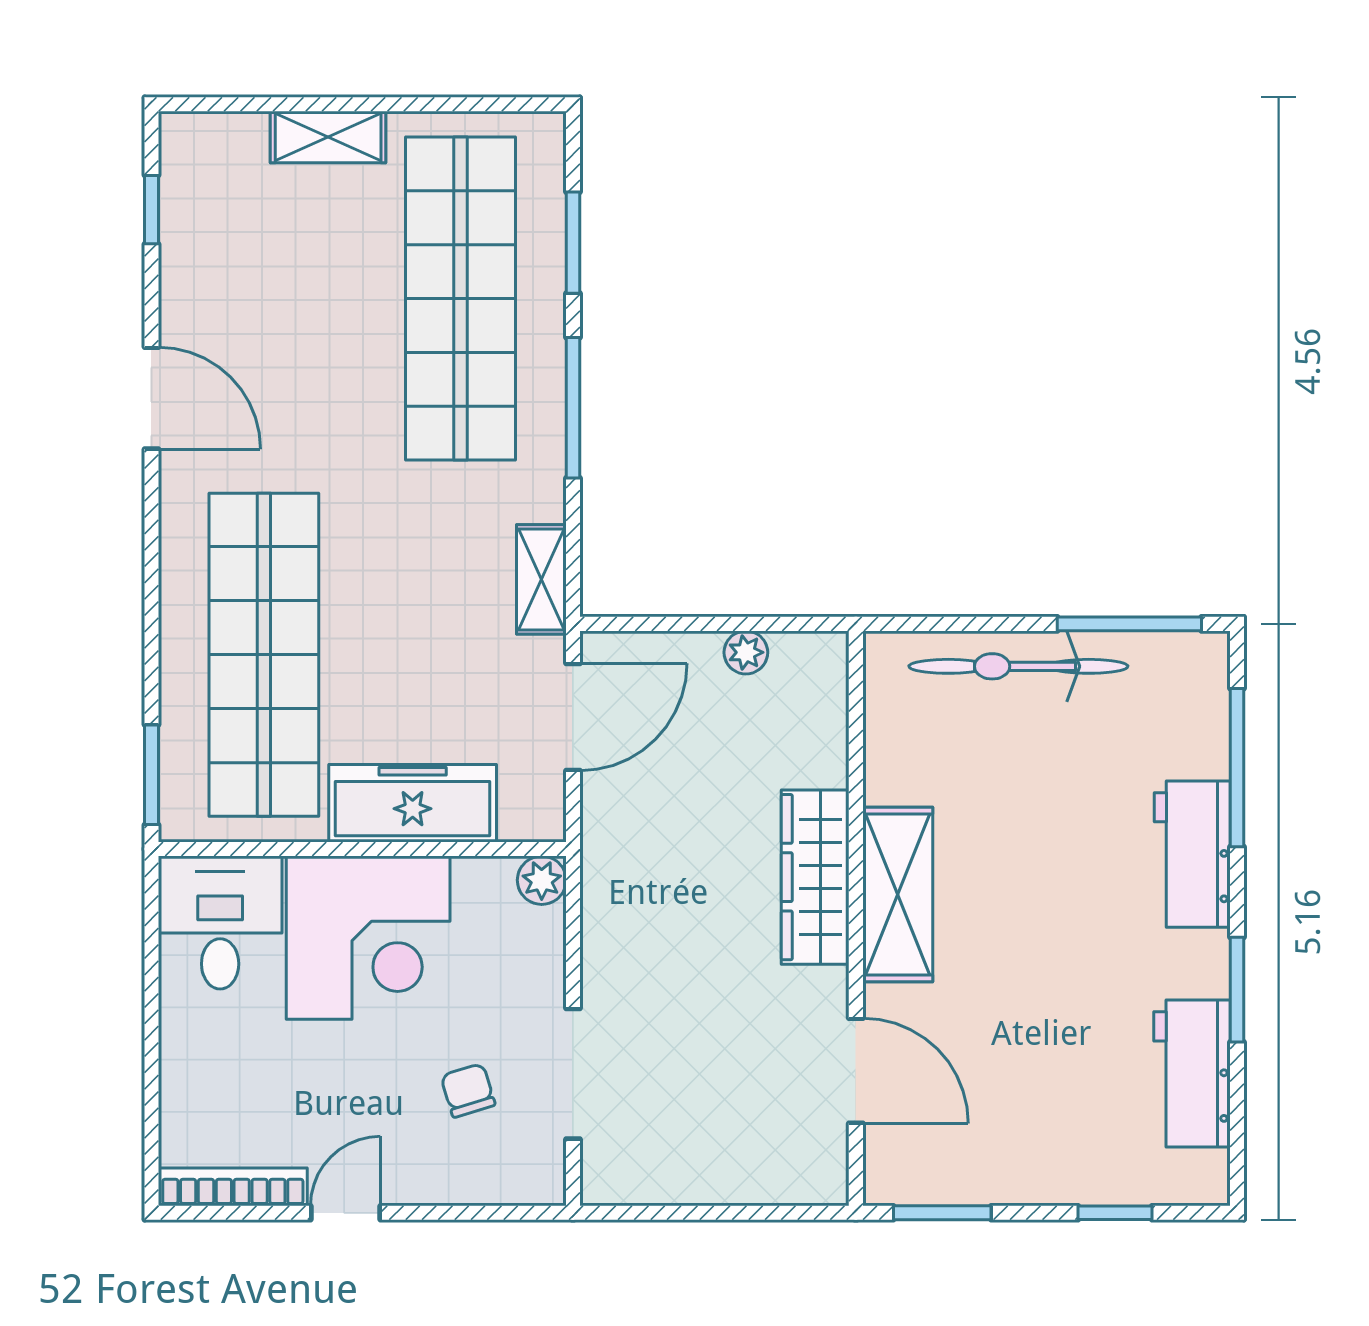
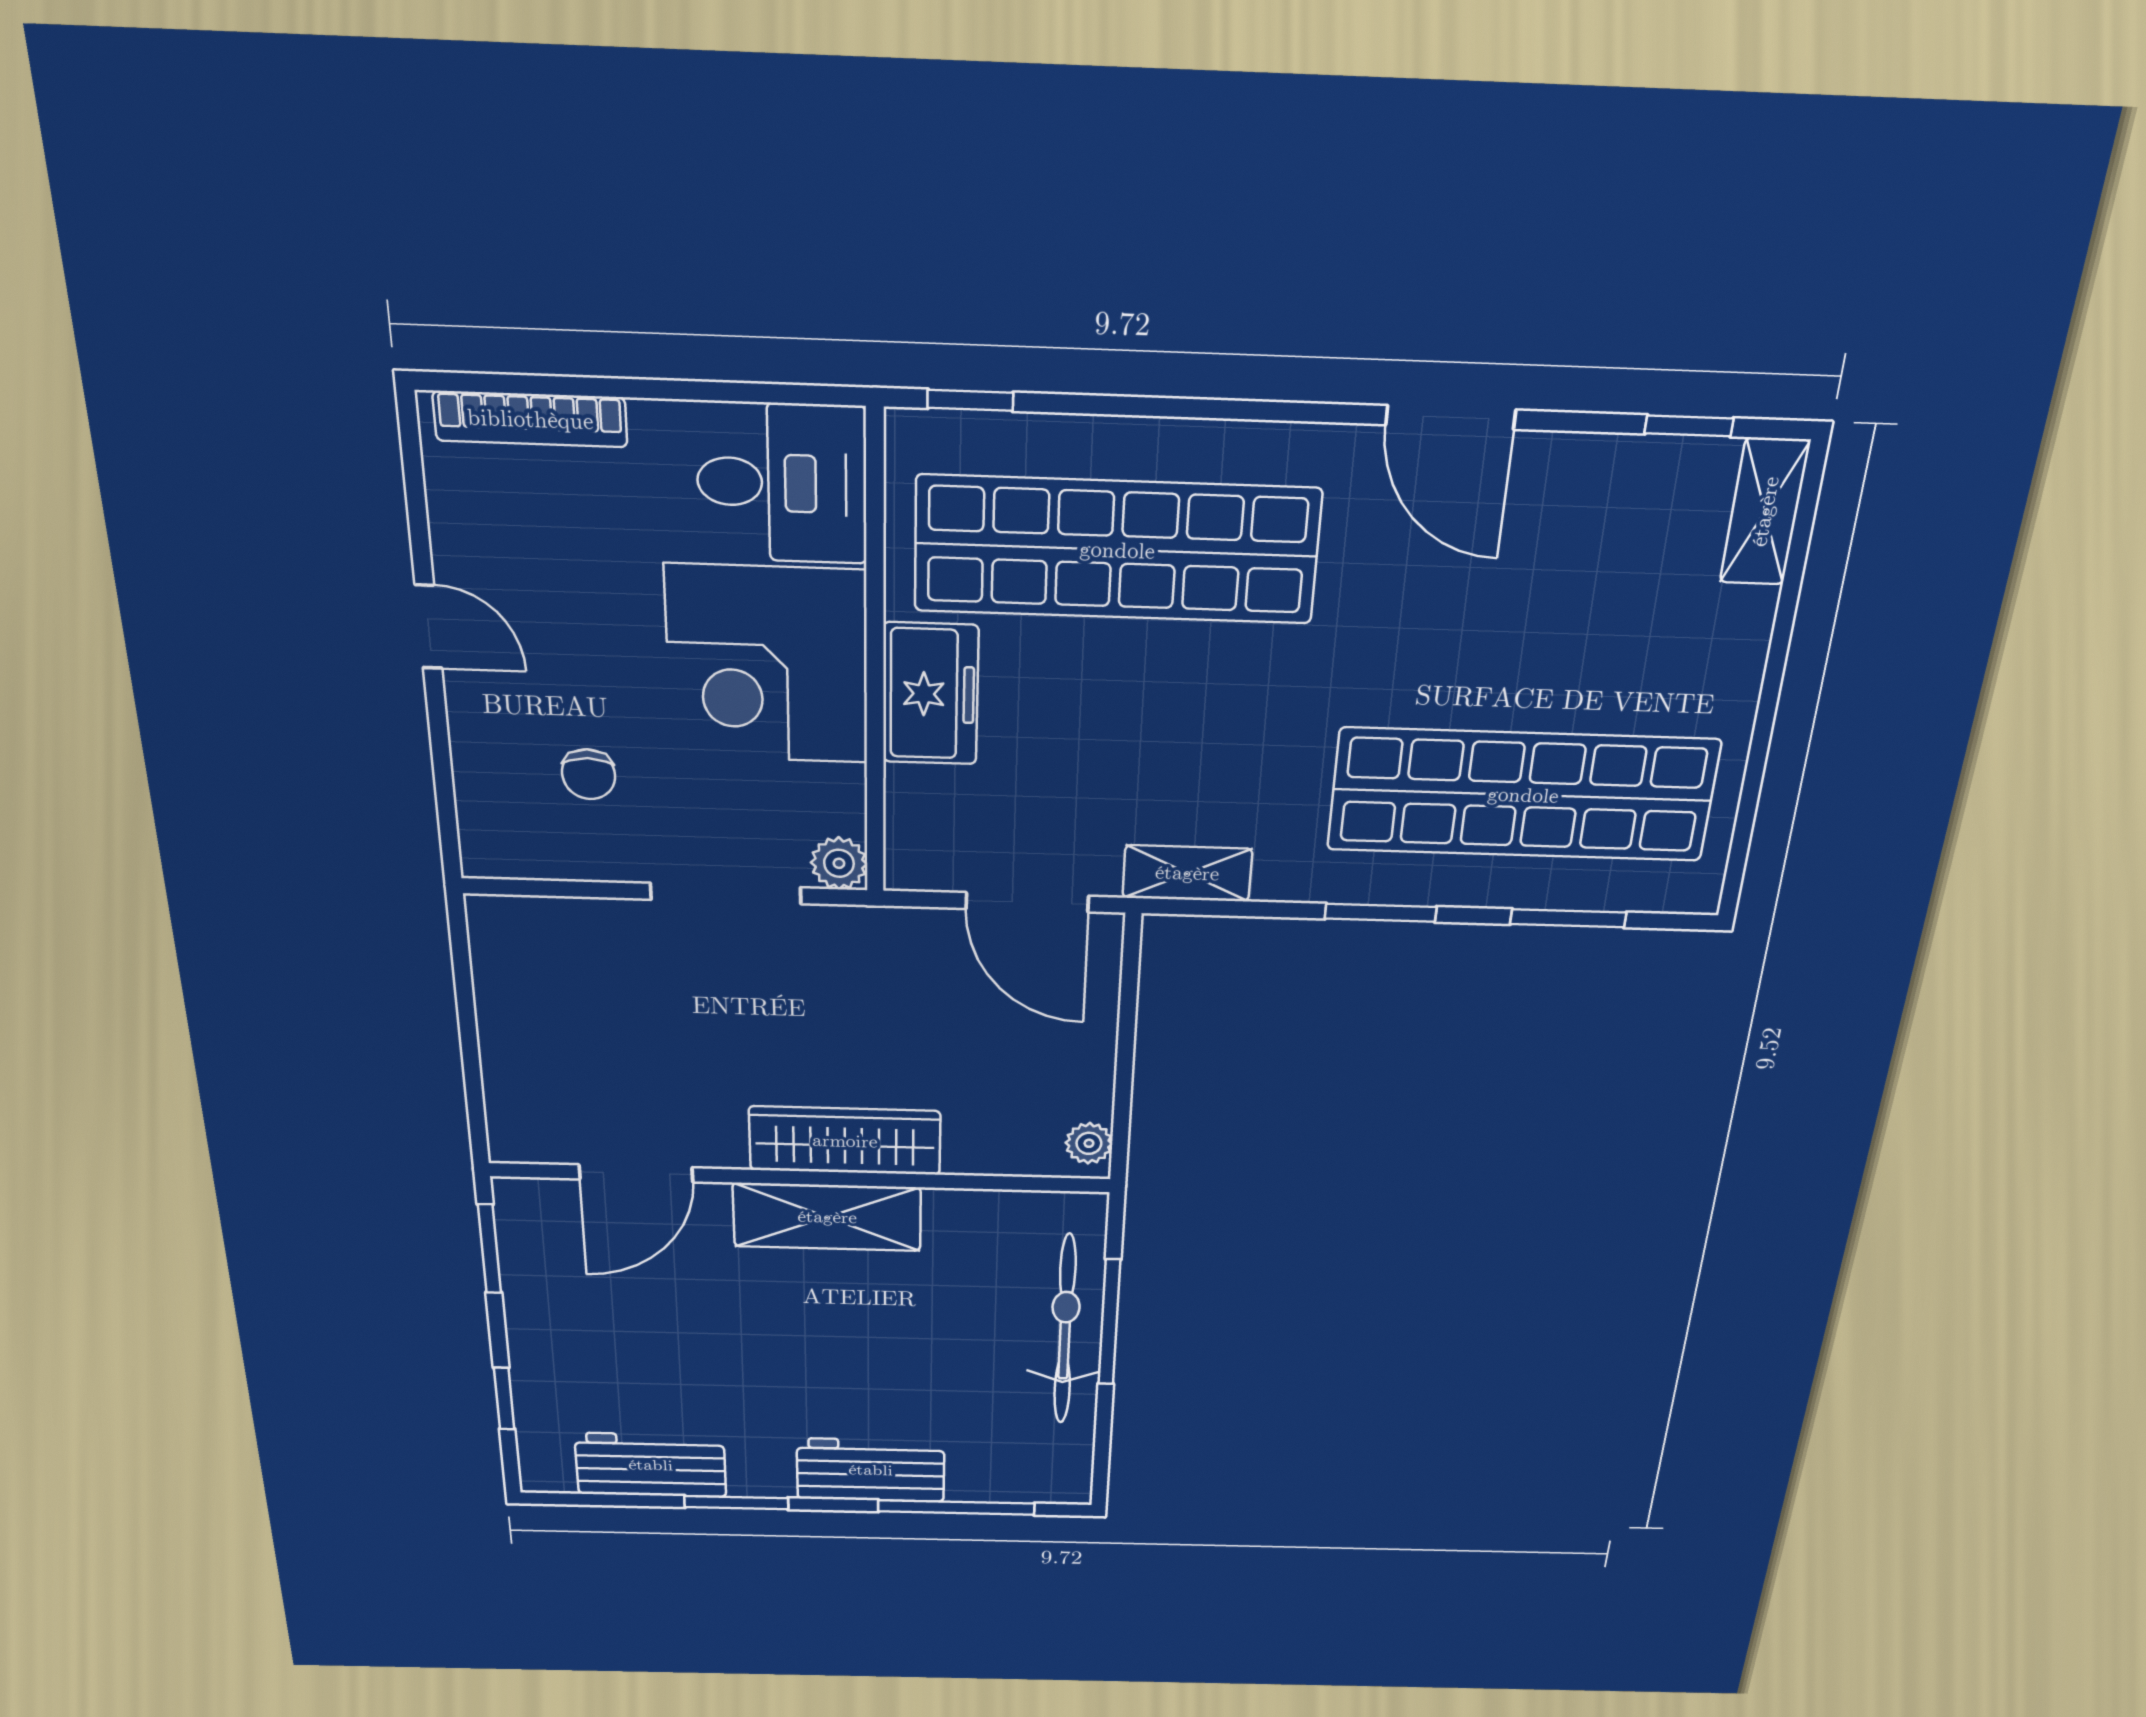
shelving: (328, 137) -> (1765, 512), moved
door: (151, 398) -> (1451, 417), hinge flipped
window: (573, 408) -> (1381, 913), width x0.69
window: (1129, 624) -> (1109, 1322), moved
plant: (746, 652) -> (1089, 1143), moved
window: (151, 775) -> (970, 400), width x0.67
freezer: (413, 803) -> (930, 694), width x0.71
doorway: (573, 1074) -> (726, 893), moved
chair: (468, 1090) -> (589, 774), turned 107
bookcase: (233, 1187) -> (530, 419), moved, turned 90

